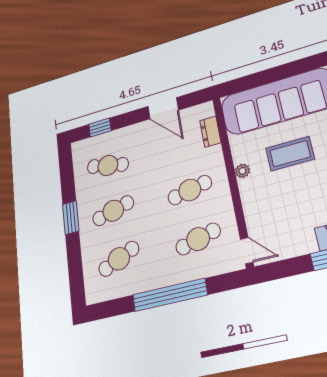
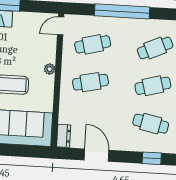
dresser: (210, 132) -> (64, 136), moved
plant: (242, 171) -> (50, 69), moved
door: (247, 251) -> (61, 26), hinge flipped

